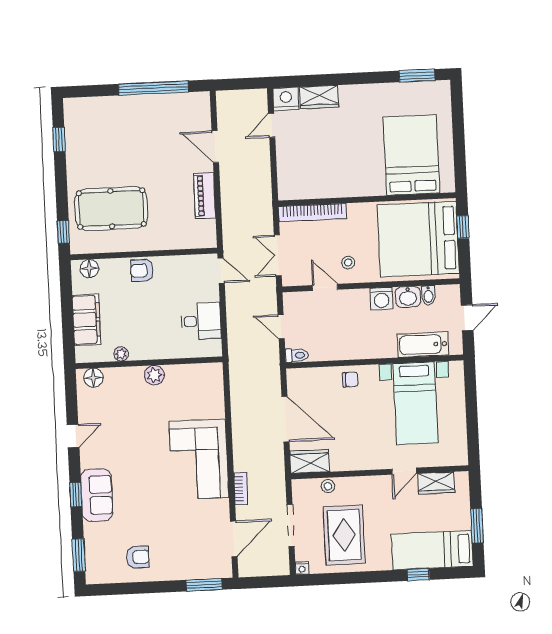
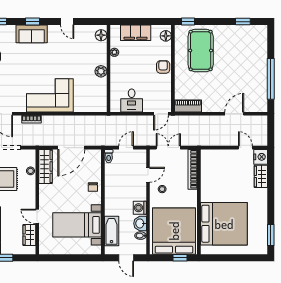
bed: (411, 155) -> (224, 224), width x1.36
piano: (205, 196) -> (188, 106), moved
wardrobe: (310, 461) -> (46, 166), width x1.50

